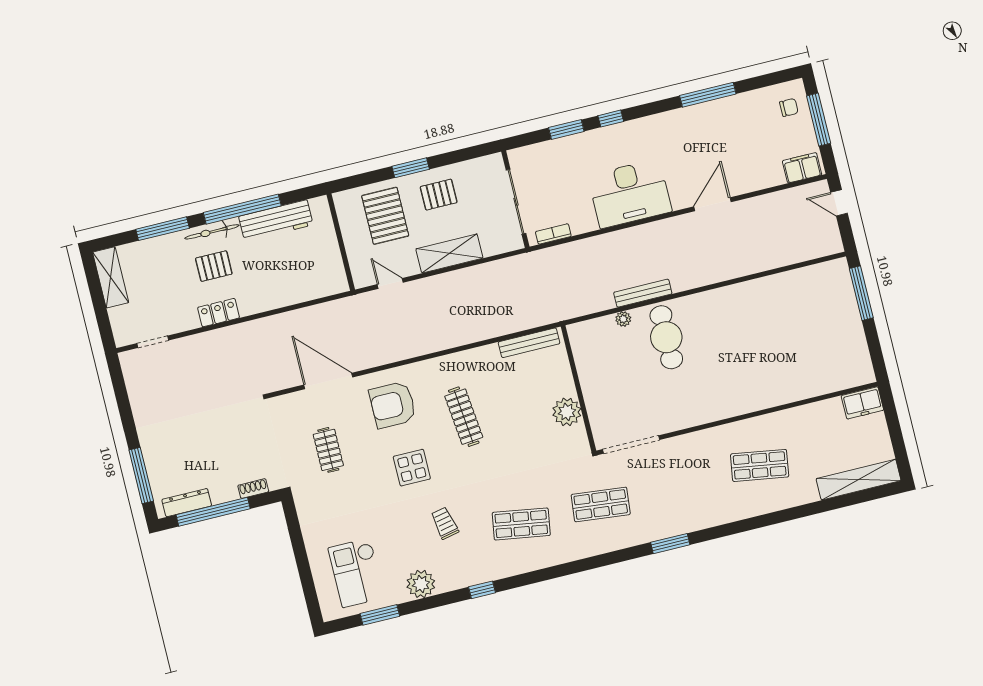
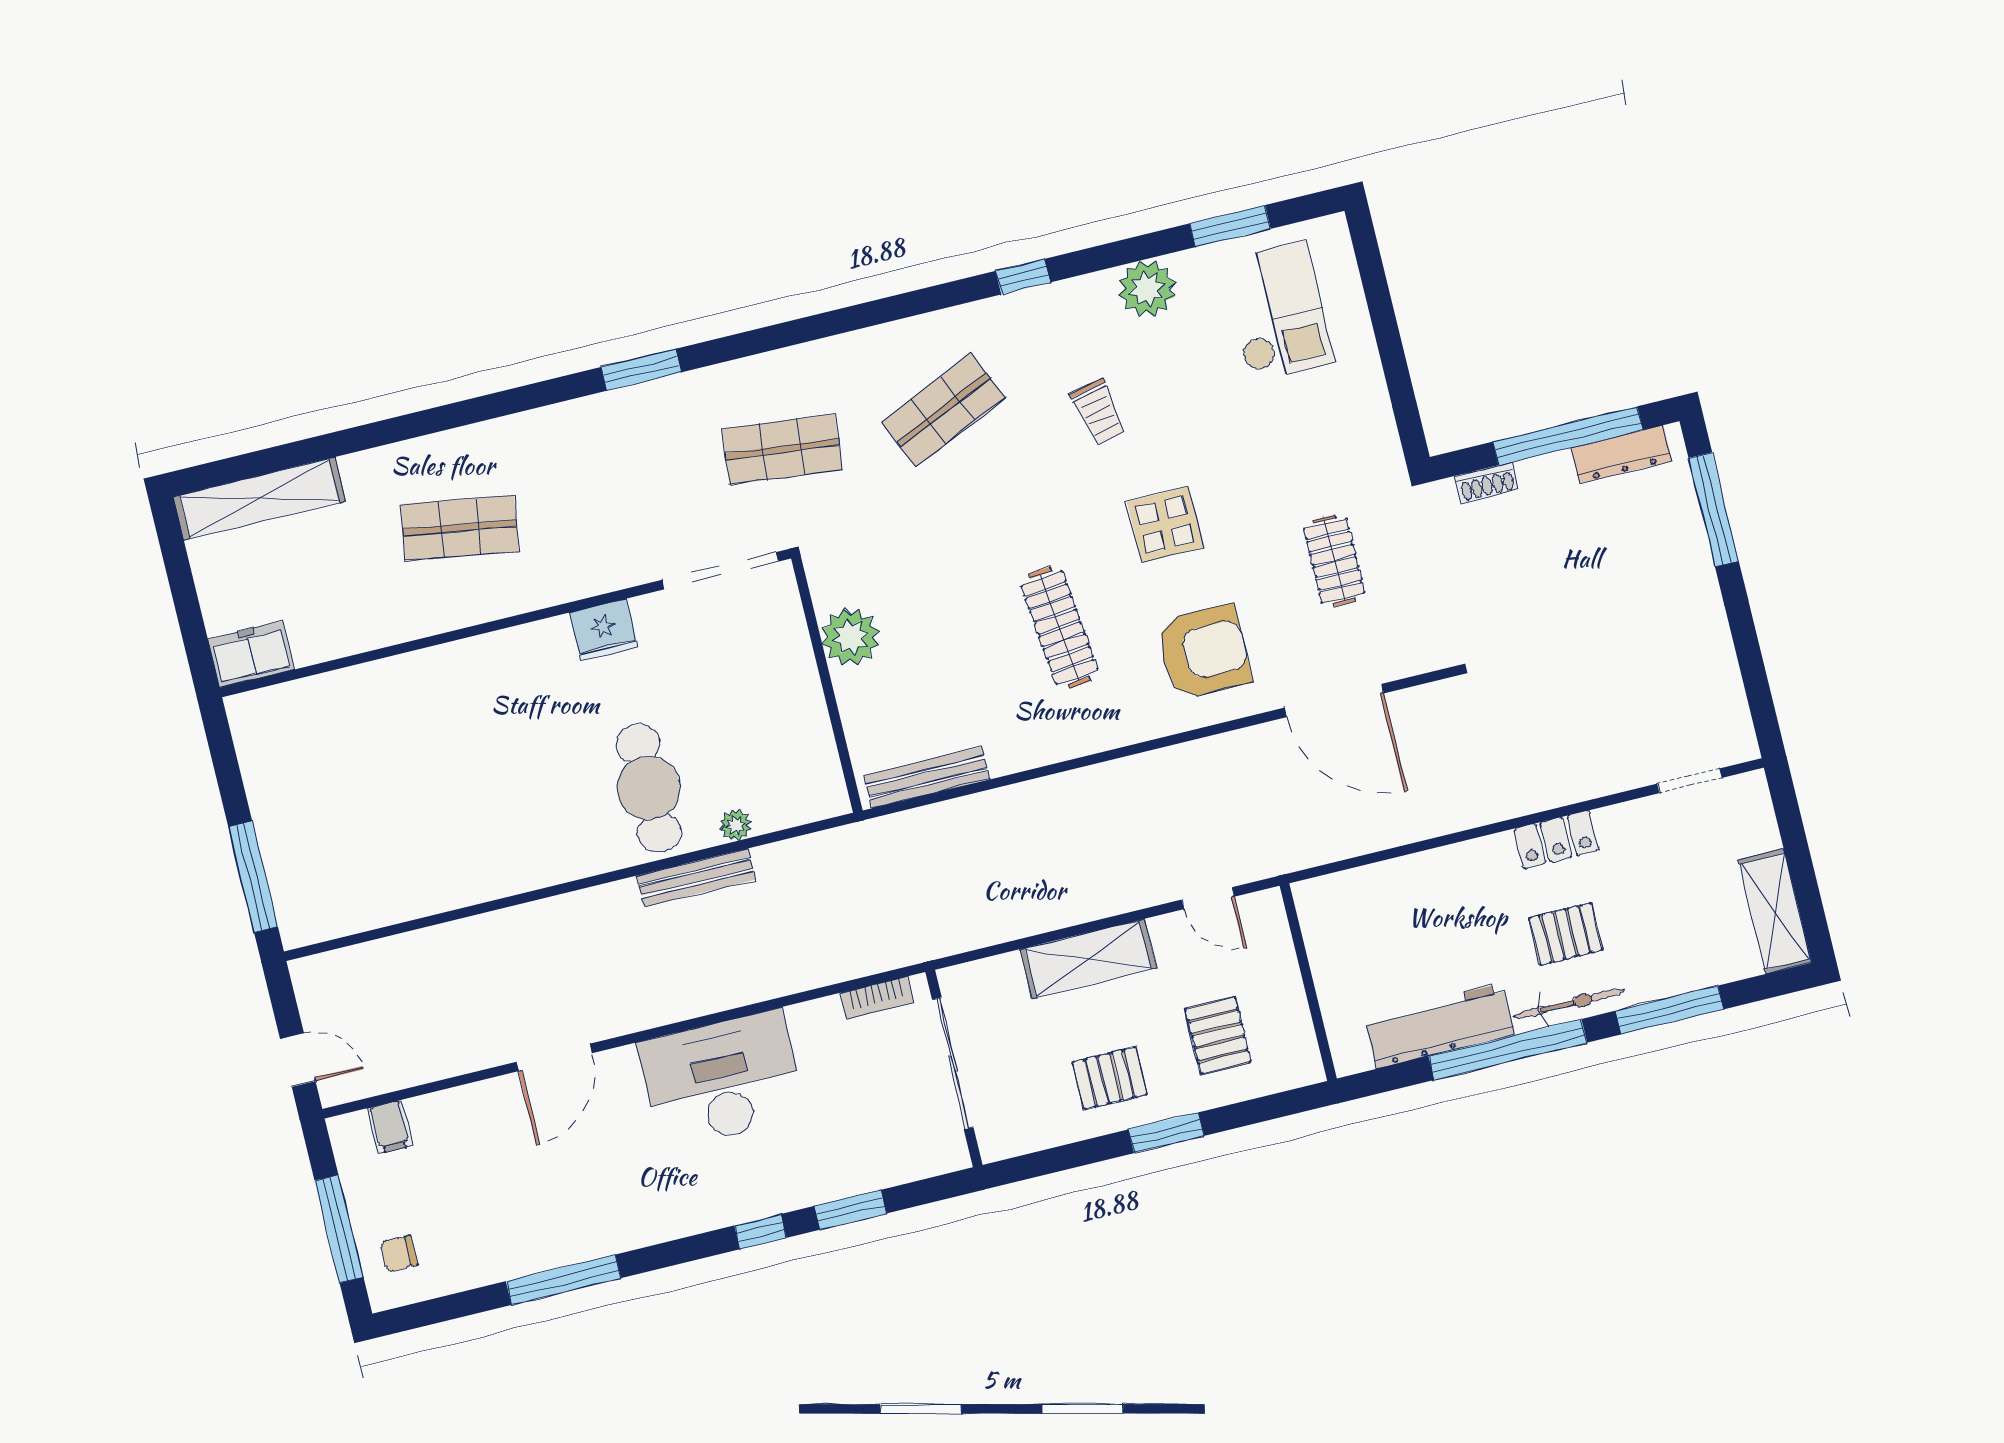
filing cabinet: (802, 168) -> (390, 1127), width x0.50
pallet: (385, 216) -> (1218, 1035), width x0.67, depth x0.71
fridge: (688, 415) -> (604, 630), added
shop shelf: (521, 524) -> (943, 410), turned -33

